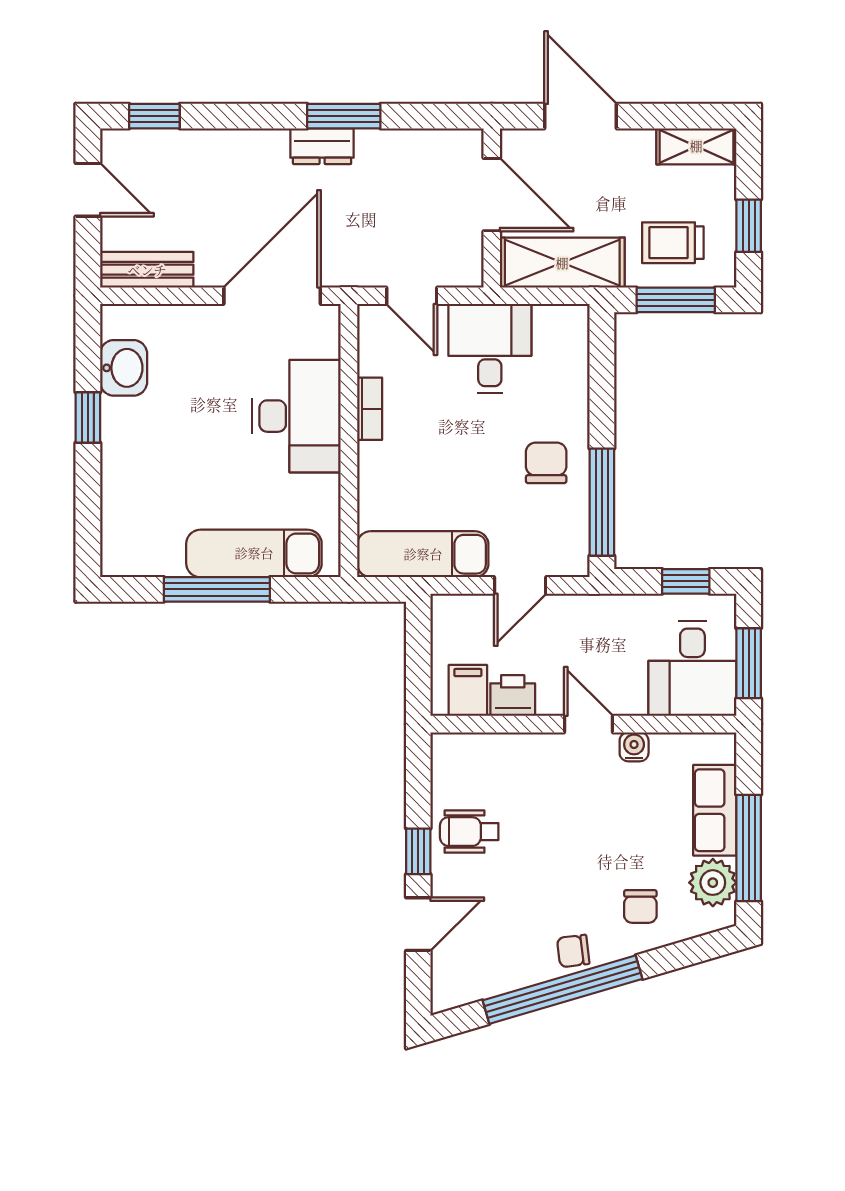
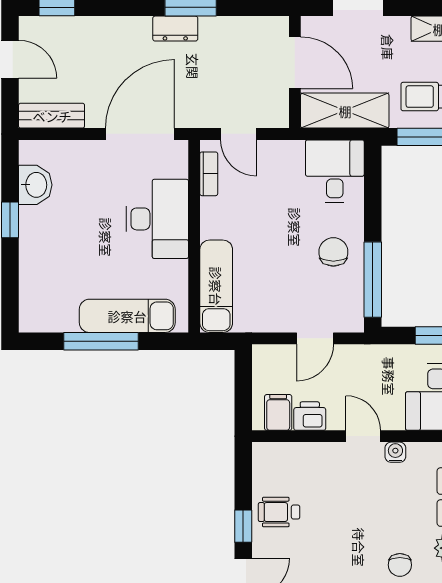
desk: (490, 349) -> (335, 171), moved
bookcase: (370, 409) -> (209, 174), moved
exam couch: (423, 554) -> (216, 286), moved, turned 90

